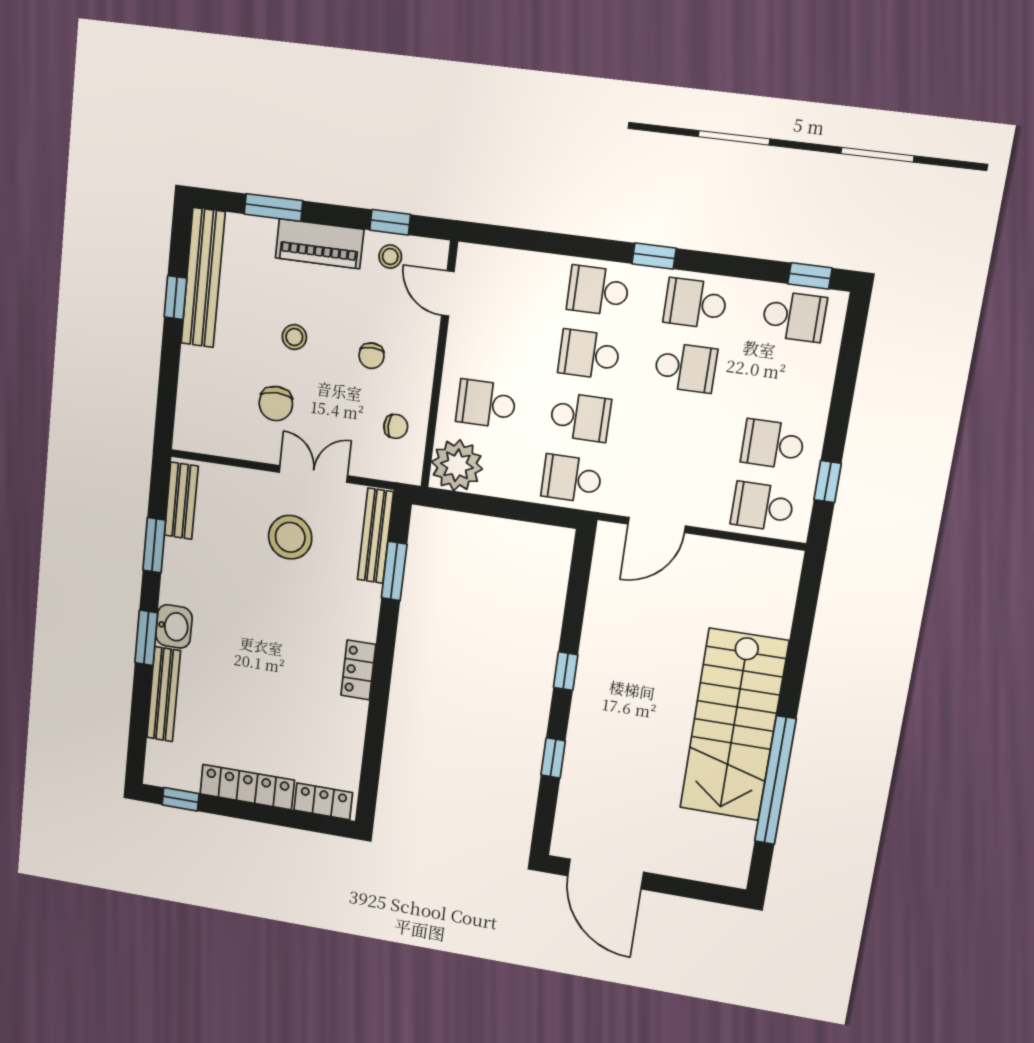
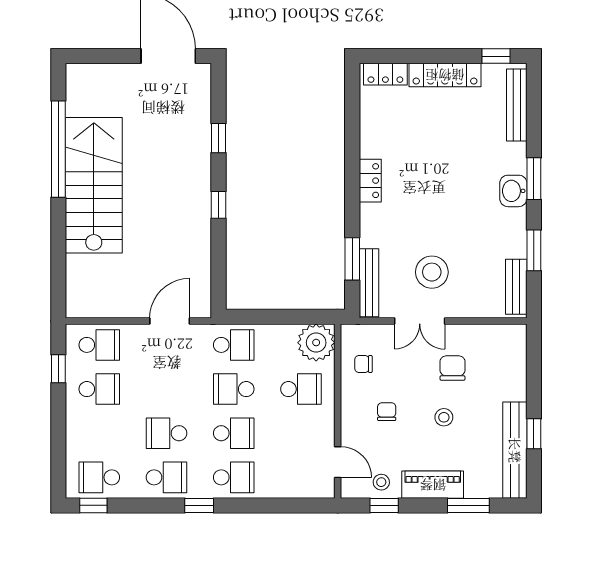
bench: (164, 694) -> (517, 105), moved

